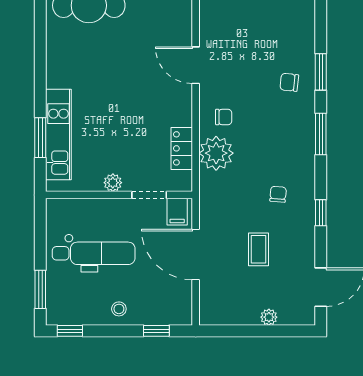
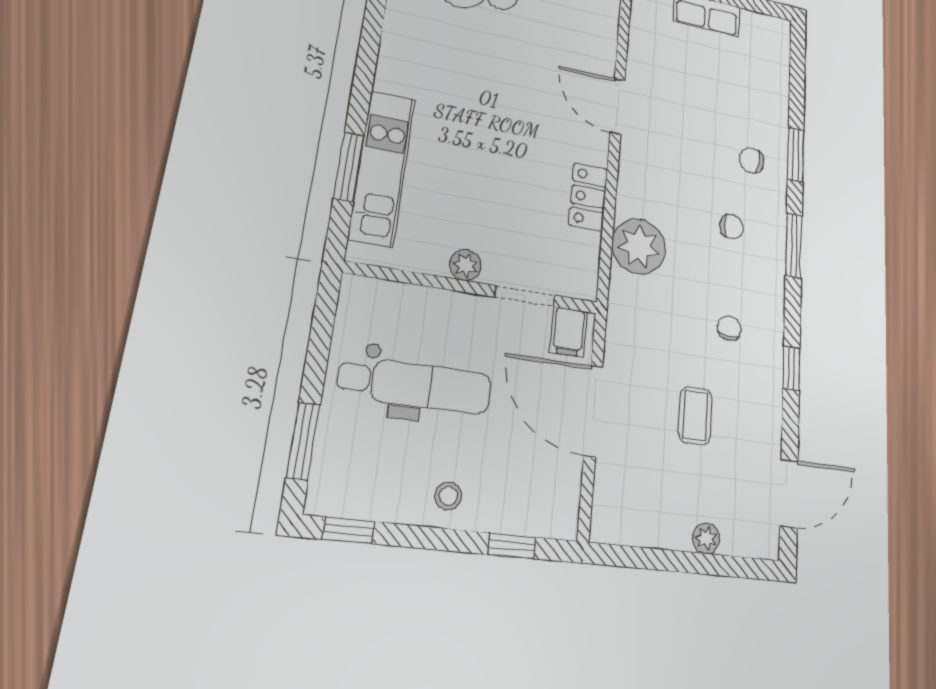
chair: (224, 117) -> (732, 227), moved
locker: (182, 148) -> (588, 197), moved

